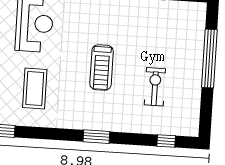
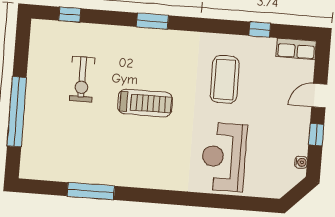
treadmill: (102, 68) -> (145, 103), turned 90

